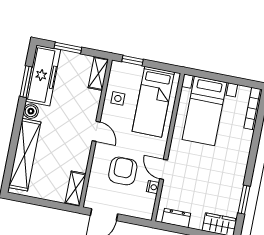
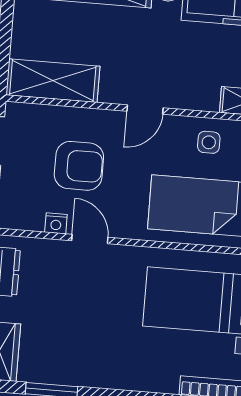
door: (164, 169) -> (90, 239), hinge flipped
shelving: (75, 189) -> (53, 81), width x1.50, depth x1.33

